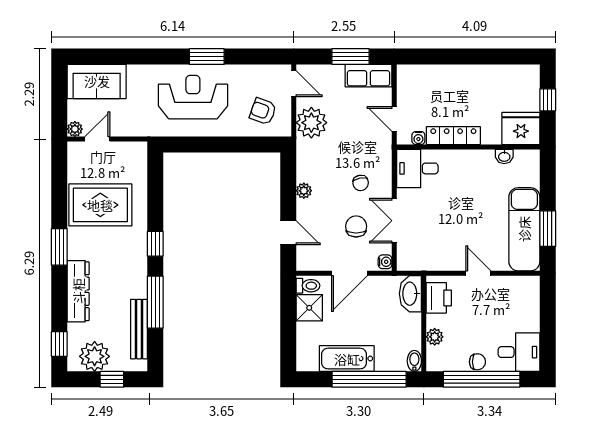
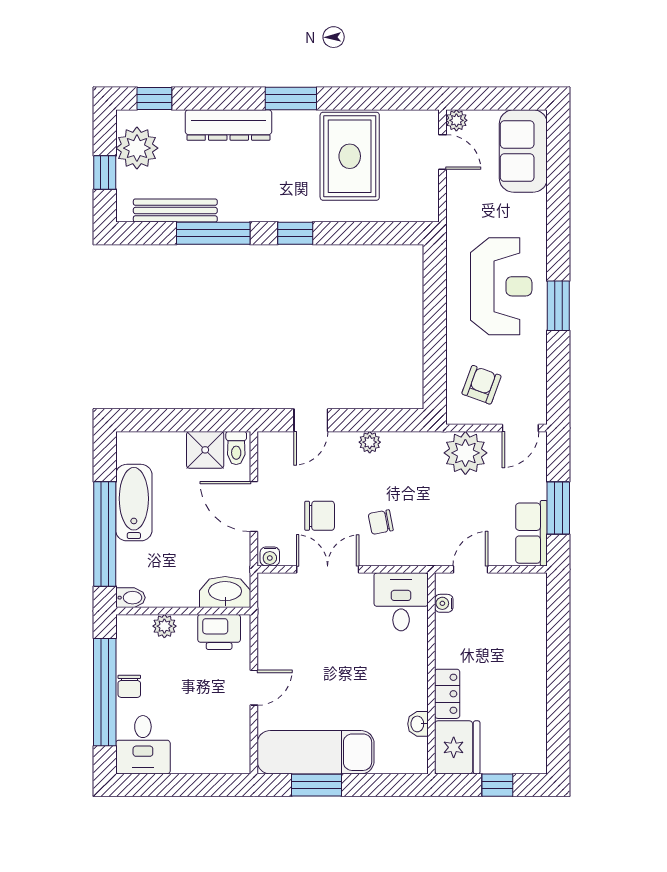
locker: (453, 136) -> (447, 694), moved, width x0.66

